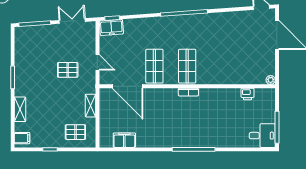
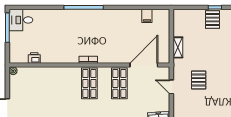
pallet: (68, 70) -> (199, 80), turned 90
door: (128, 86) -> (144, 65), hinge flipped
pallet: (75, 132) -> (212, 19), moved, turned 90
filing cabinet: (124, 140) -> (147, 16), width x0.50

